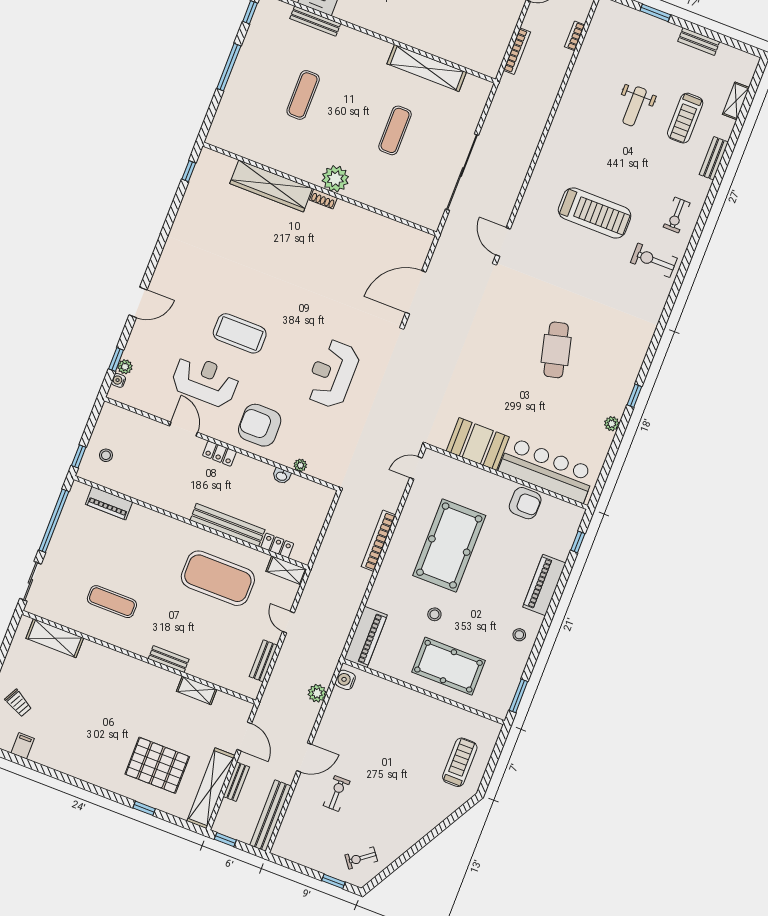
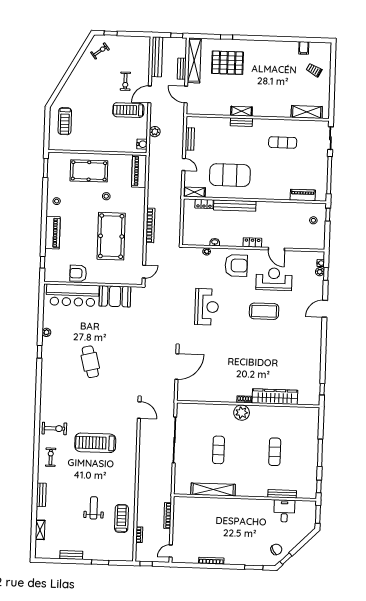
treadmill: (685, 118) -> (121, 519), moved
reception desk: (205, 381) -> (274, 279), turned 180
shelving: (197, 690) -> (241, 111), moved
treadmill: (348, 744) -> (128, 110), added

